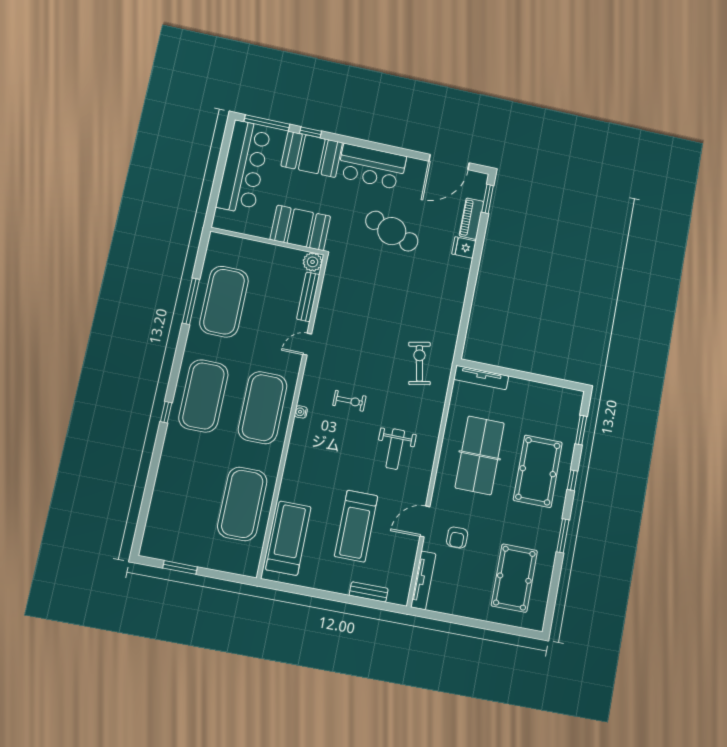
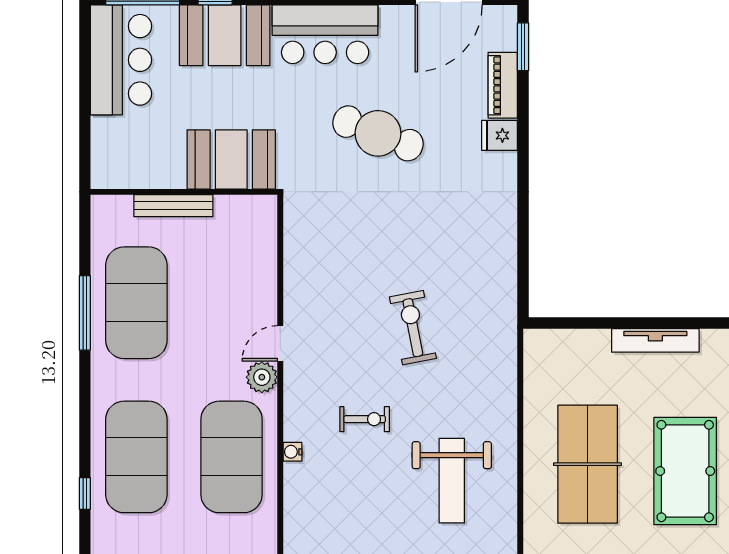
bar counter: (244, 167) -> (121, 60), width x0.73
plant: (313, 262) -> (262, 377), moved
bench: (308, 297) -> (173, 206), moved, turned 90
exercise bike: (419, 363) -> (413, 328), moved
tv unit: (481, 378) -> (655, 340), moved
weight bench: (395, 449) -> (452, 481), width x1.36, depth x1.33

